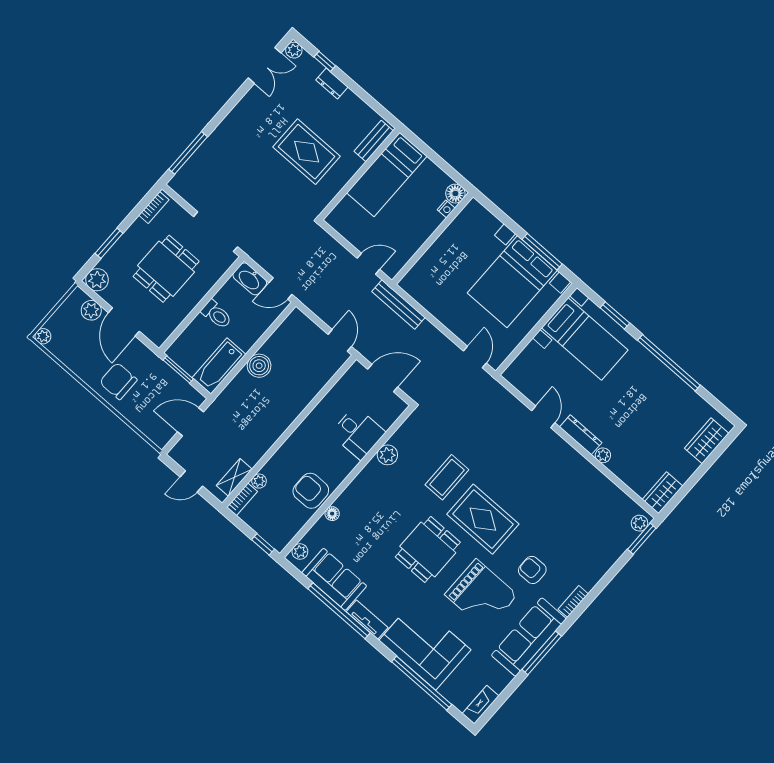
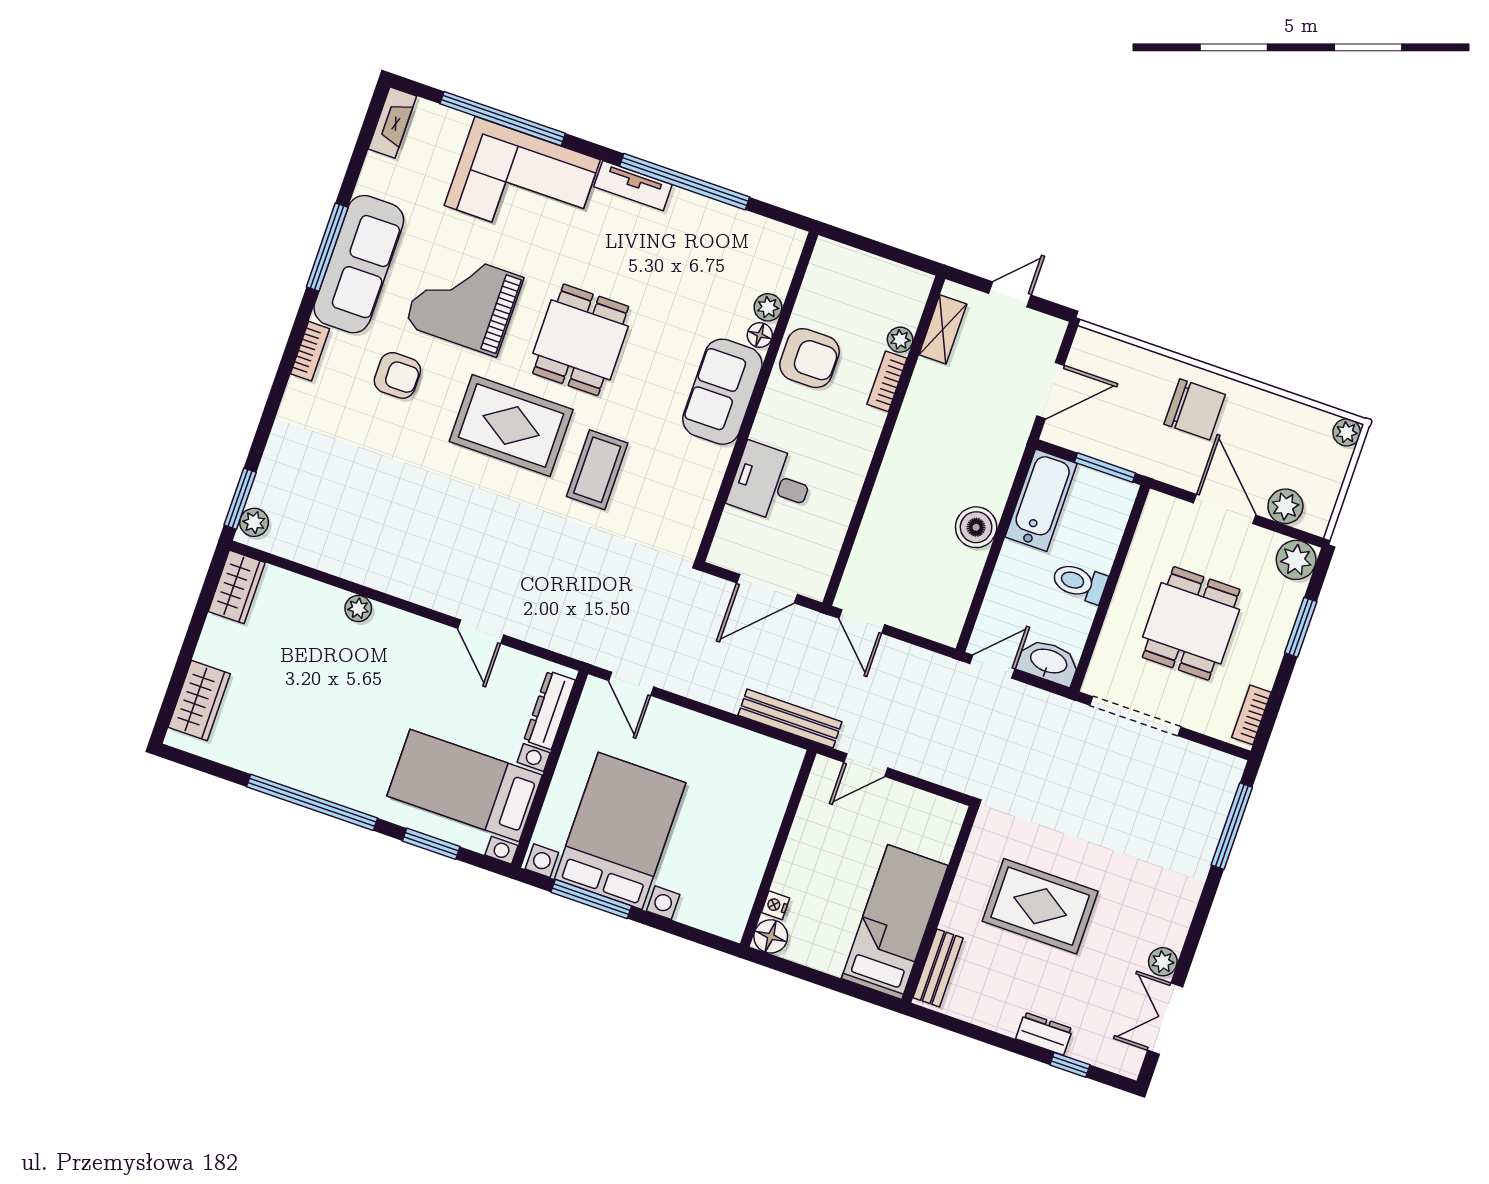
plant: (294, 50) -> (1163, 962), moved
dresser: (581, 435) -> (549, 710), moved, turned 90
plant: (387, 455) -> (709, 467), removed
bookcase: (242, 499) -> (887, 381), moved
window: (263, 544) -> (852, 240), removed
plant: (300, 552) -> (768, 307), moved
sofa: (334, 579) -> (722, 392), moved, turned 90

